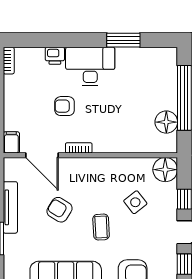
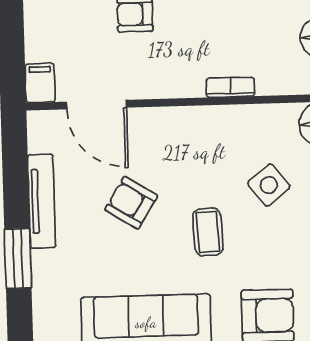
bookcase: (79, 148) -> (230, 87), moved

